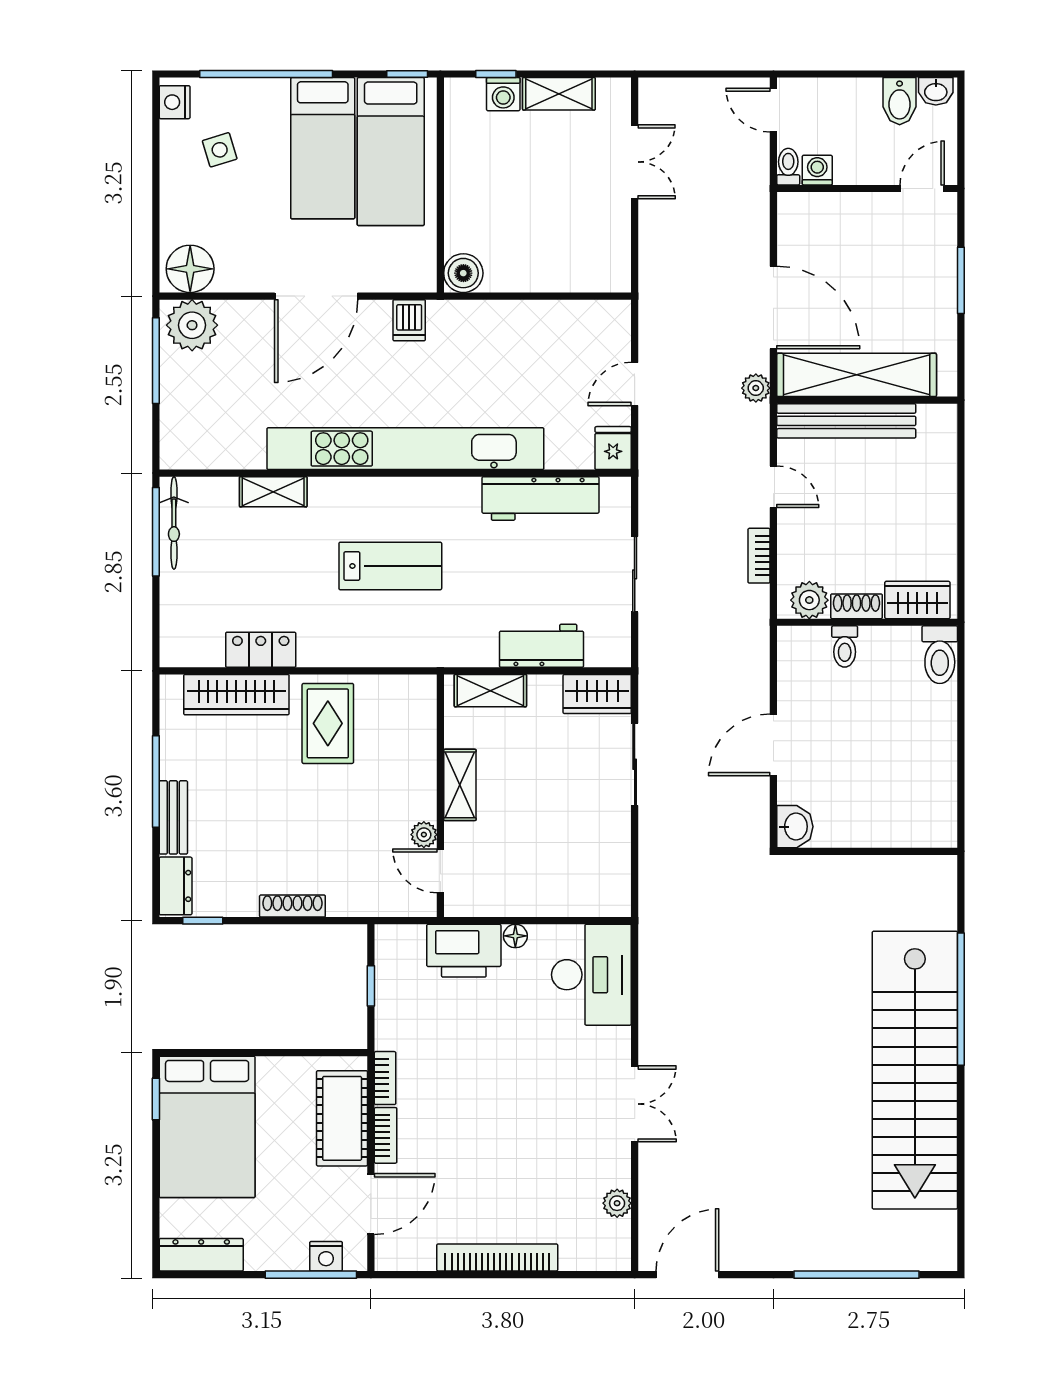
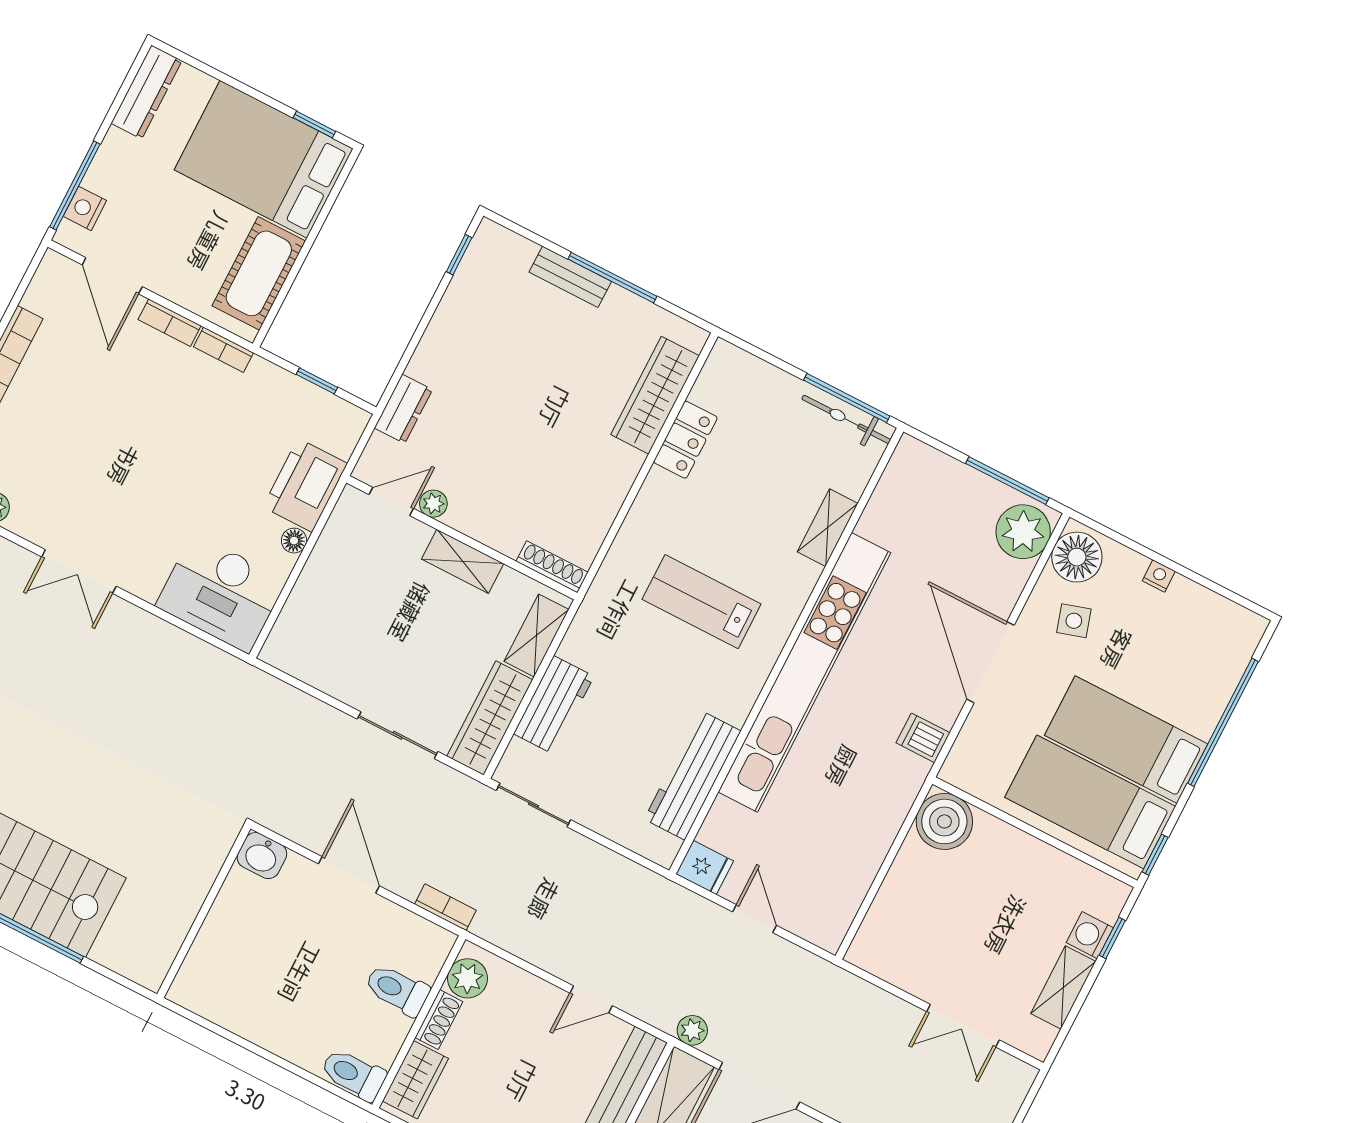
nightstand: (175, 102) -> (1159, 576), moved, width x0.72, depth x0.74
side table: (220, 150) -> (1074, 621), moved
boiler: (463, 273) -> (944, 821), width x1.37, depth x1.37
bookcase: (759, 556) -> (445, 907), moved
lab bench: (390, 566) -> (702, 602), turned 90
sliding door: (635, 574) -> (533, 805), moved
toilet: (845, 646) -> (397, 990), width x1.37, depth x1.39
wardrobe: (597, 694) -> (490, 718), width x1.50
rug: (328, 723) -> (584, 467), removed
dresser: (176, 886) -> (403, 409), moved, turned -90
shoe rack: (292, 906) -> (552, 567), moved, turned -90
cot: (342, 1118) -> (259, 273), moved, turned 90

